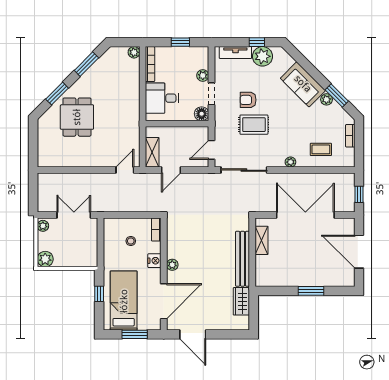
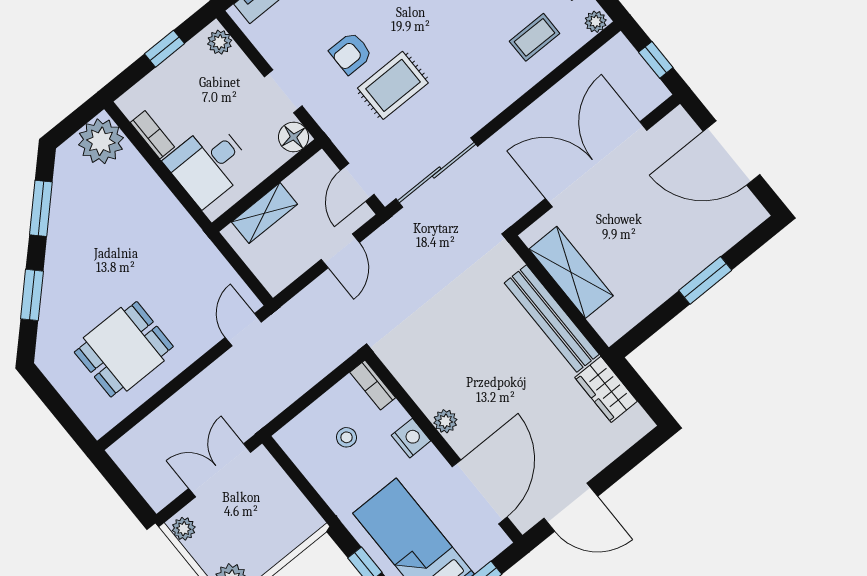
plant: (134, 52) -> (101, 141), width x1.88, depth x1.88
bookcase: (150, 64) -> (152, 135), width x0.64
plant: (203, 75) -> (220, 42), moved
dining table: (77, 117) -> (124, 349), moved, turned 90
shelving: (152, 152) -> (264, 213), moved, turned 90
plant: (290, 162) -> (596, 22), moved
door: (171, 170) -> (340, 251), moved
shelving: (261, 240) -> (571, 272), width x1.50, depth x1.33

